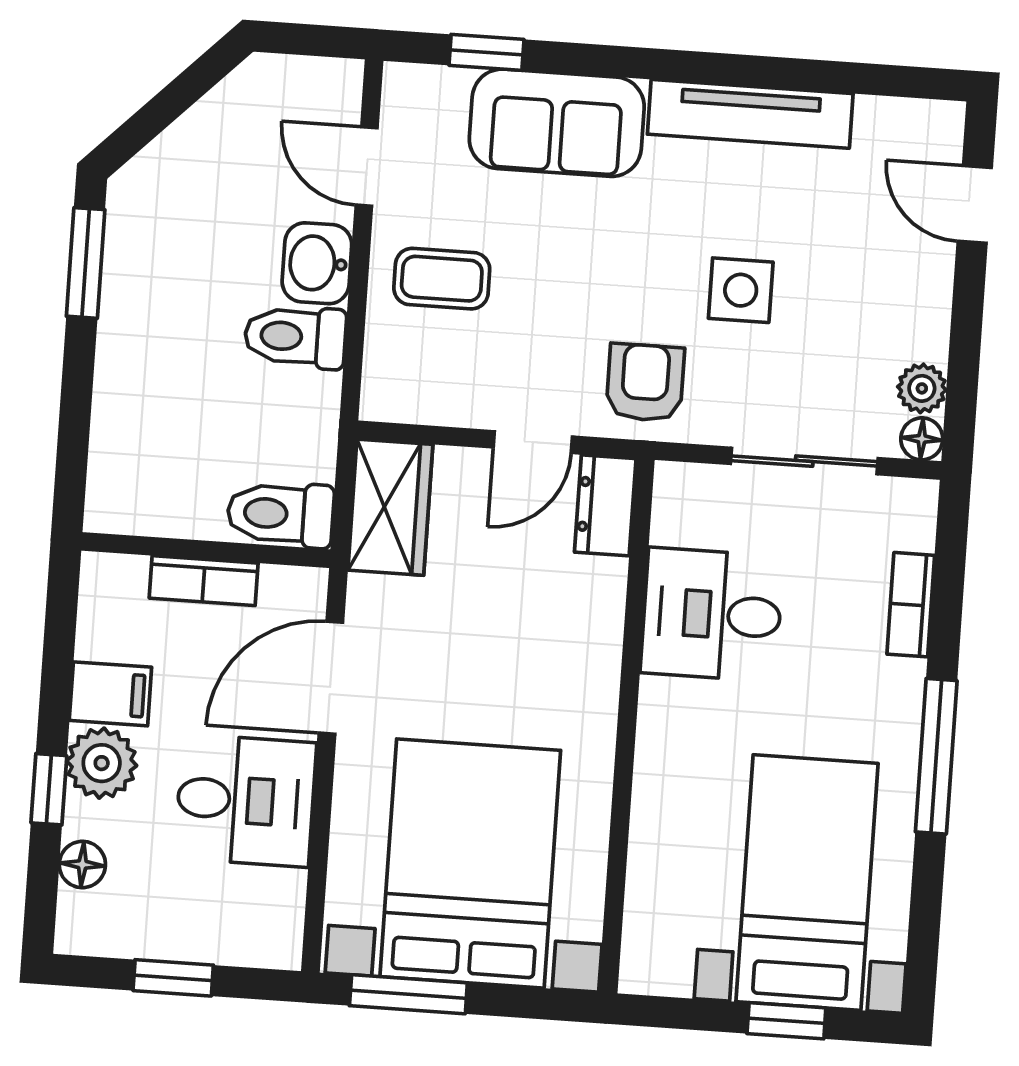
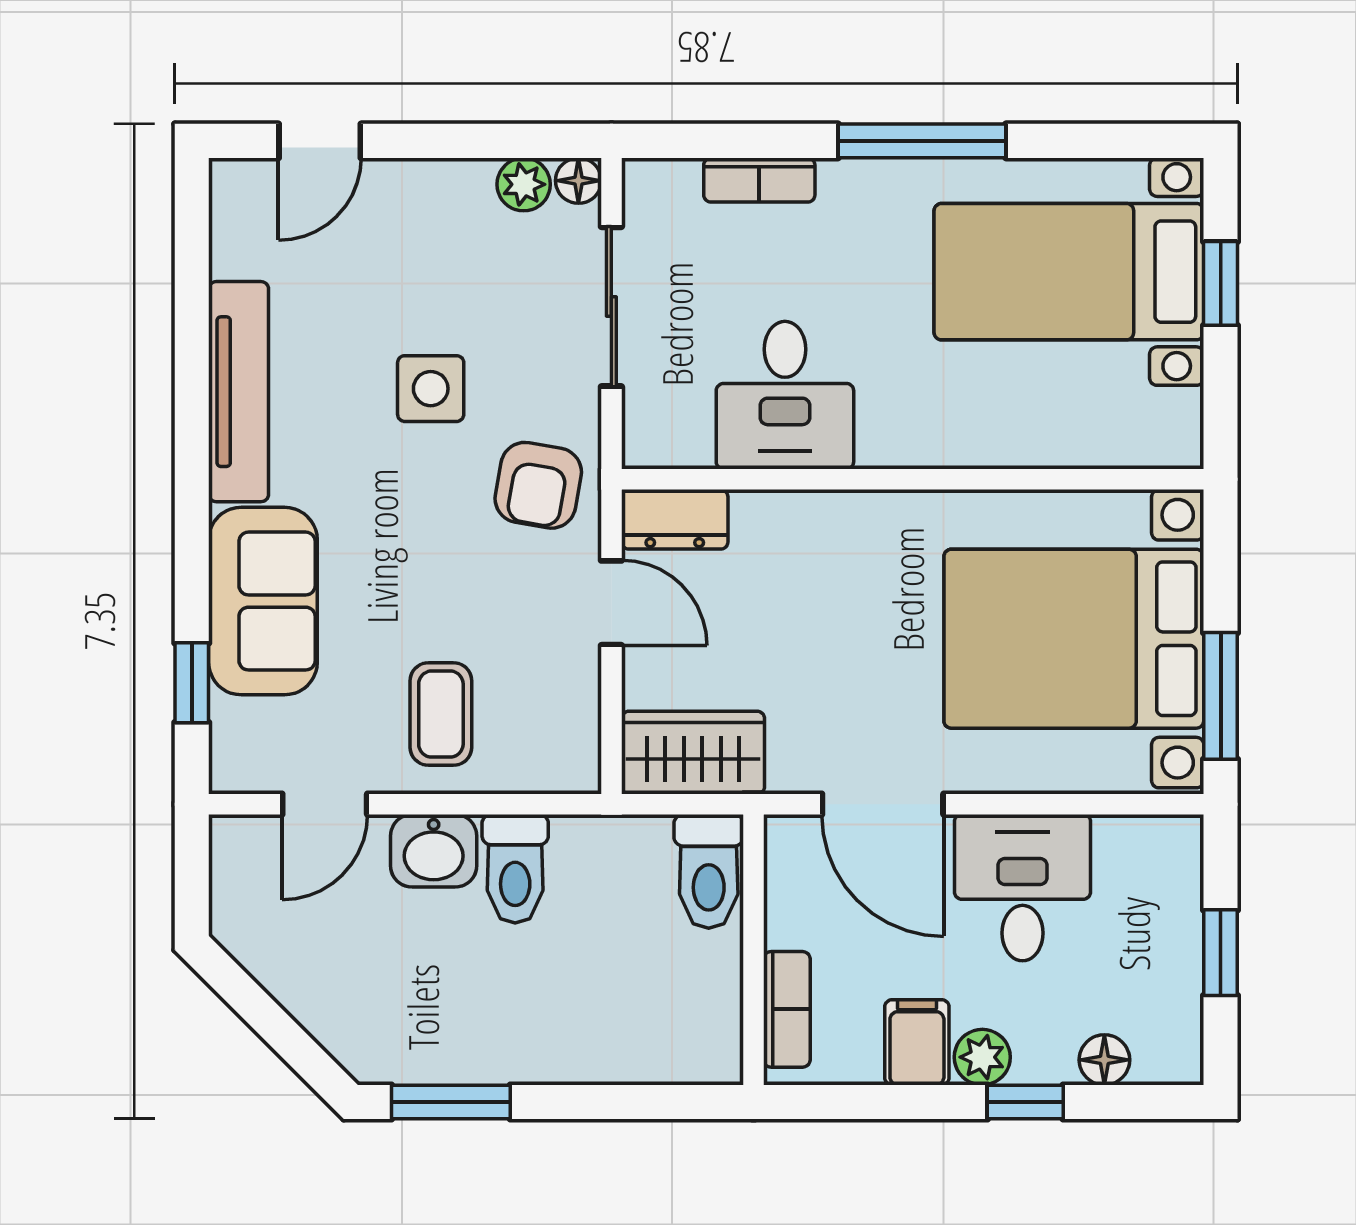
armchair: (645, 383) -> (538, 485), turned -80
bookcase: (204, 581) -> (787, 1009), moved
plant: (102, 763) -> (982, 1057), width x0.73, depth x0.73

